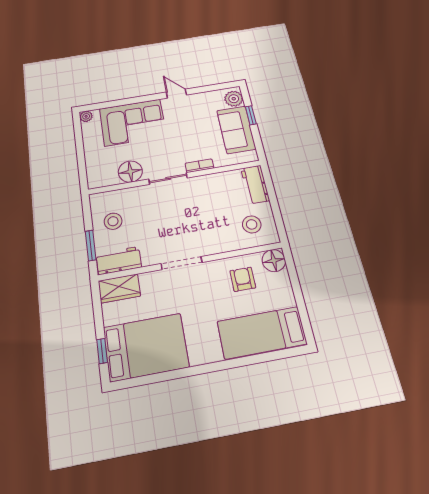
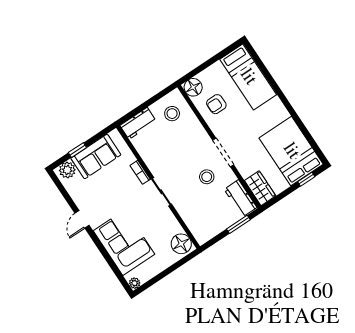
floor lamp: (130, 172) -> (181, 244), moved
stool: (113, 221) -> (207, 177), moved

